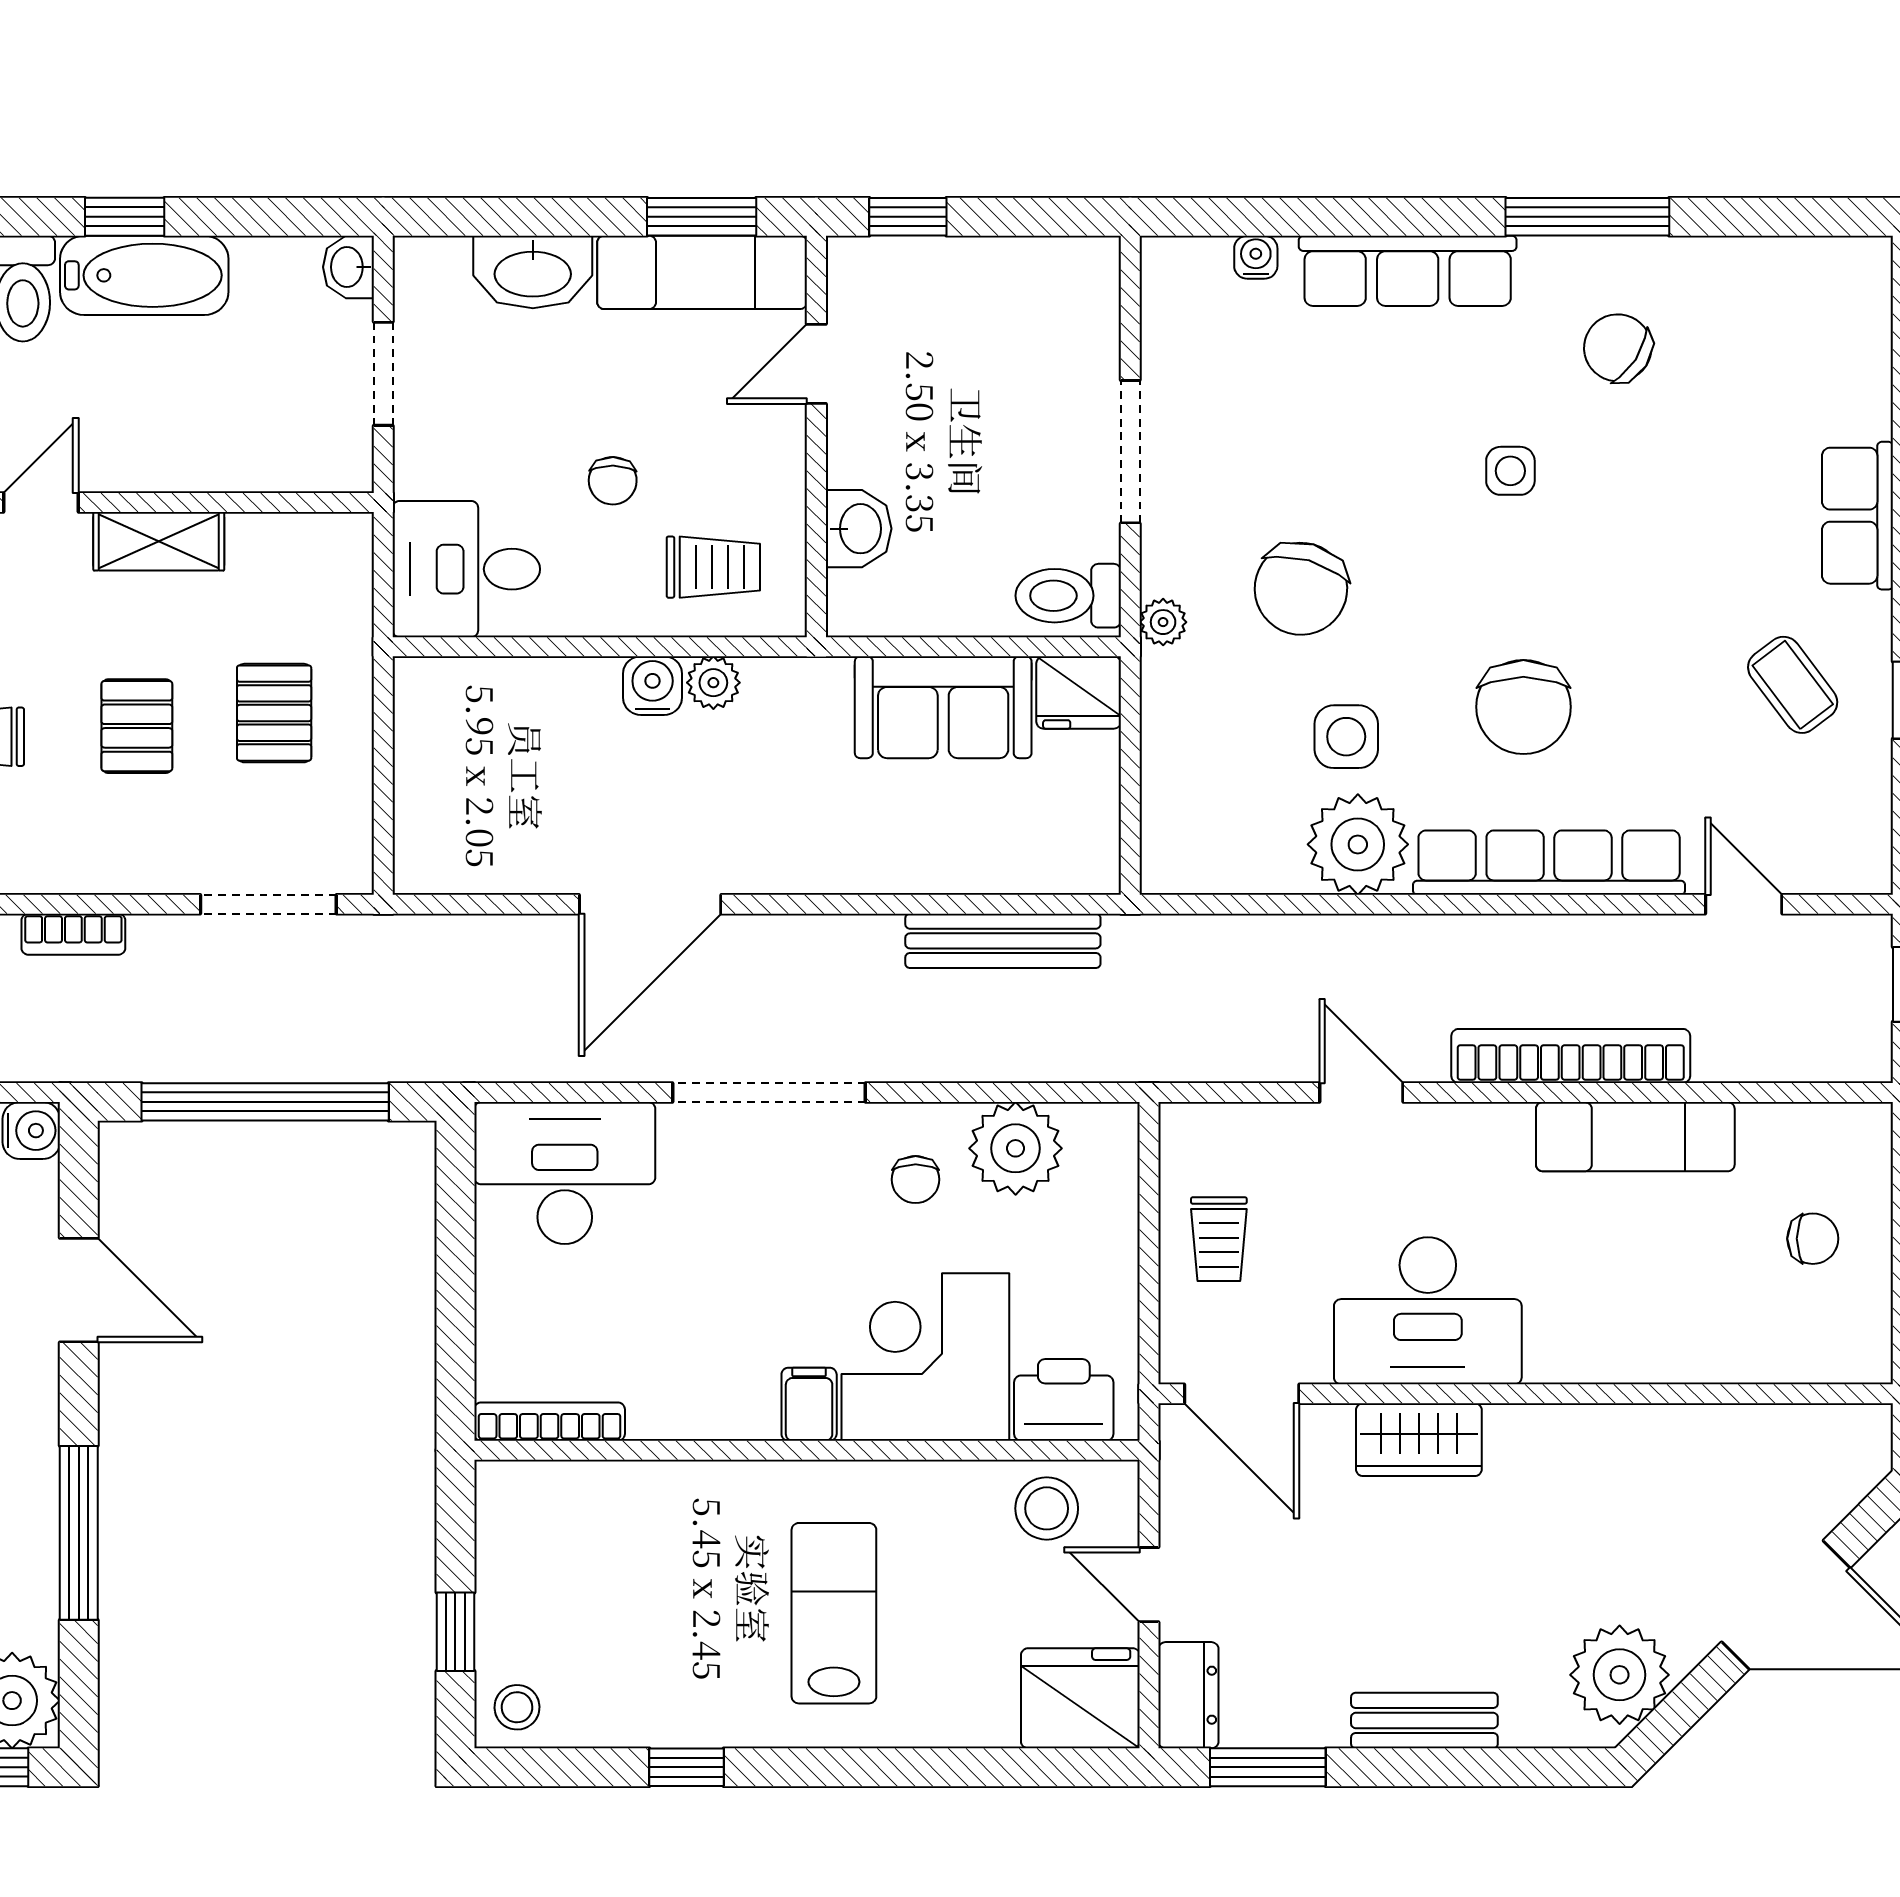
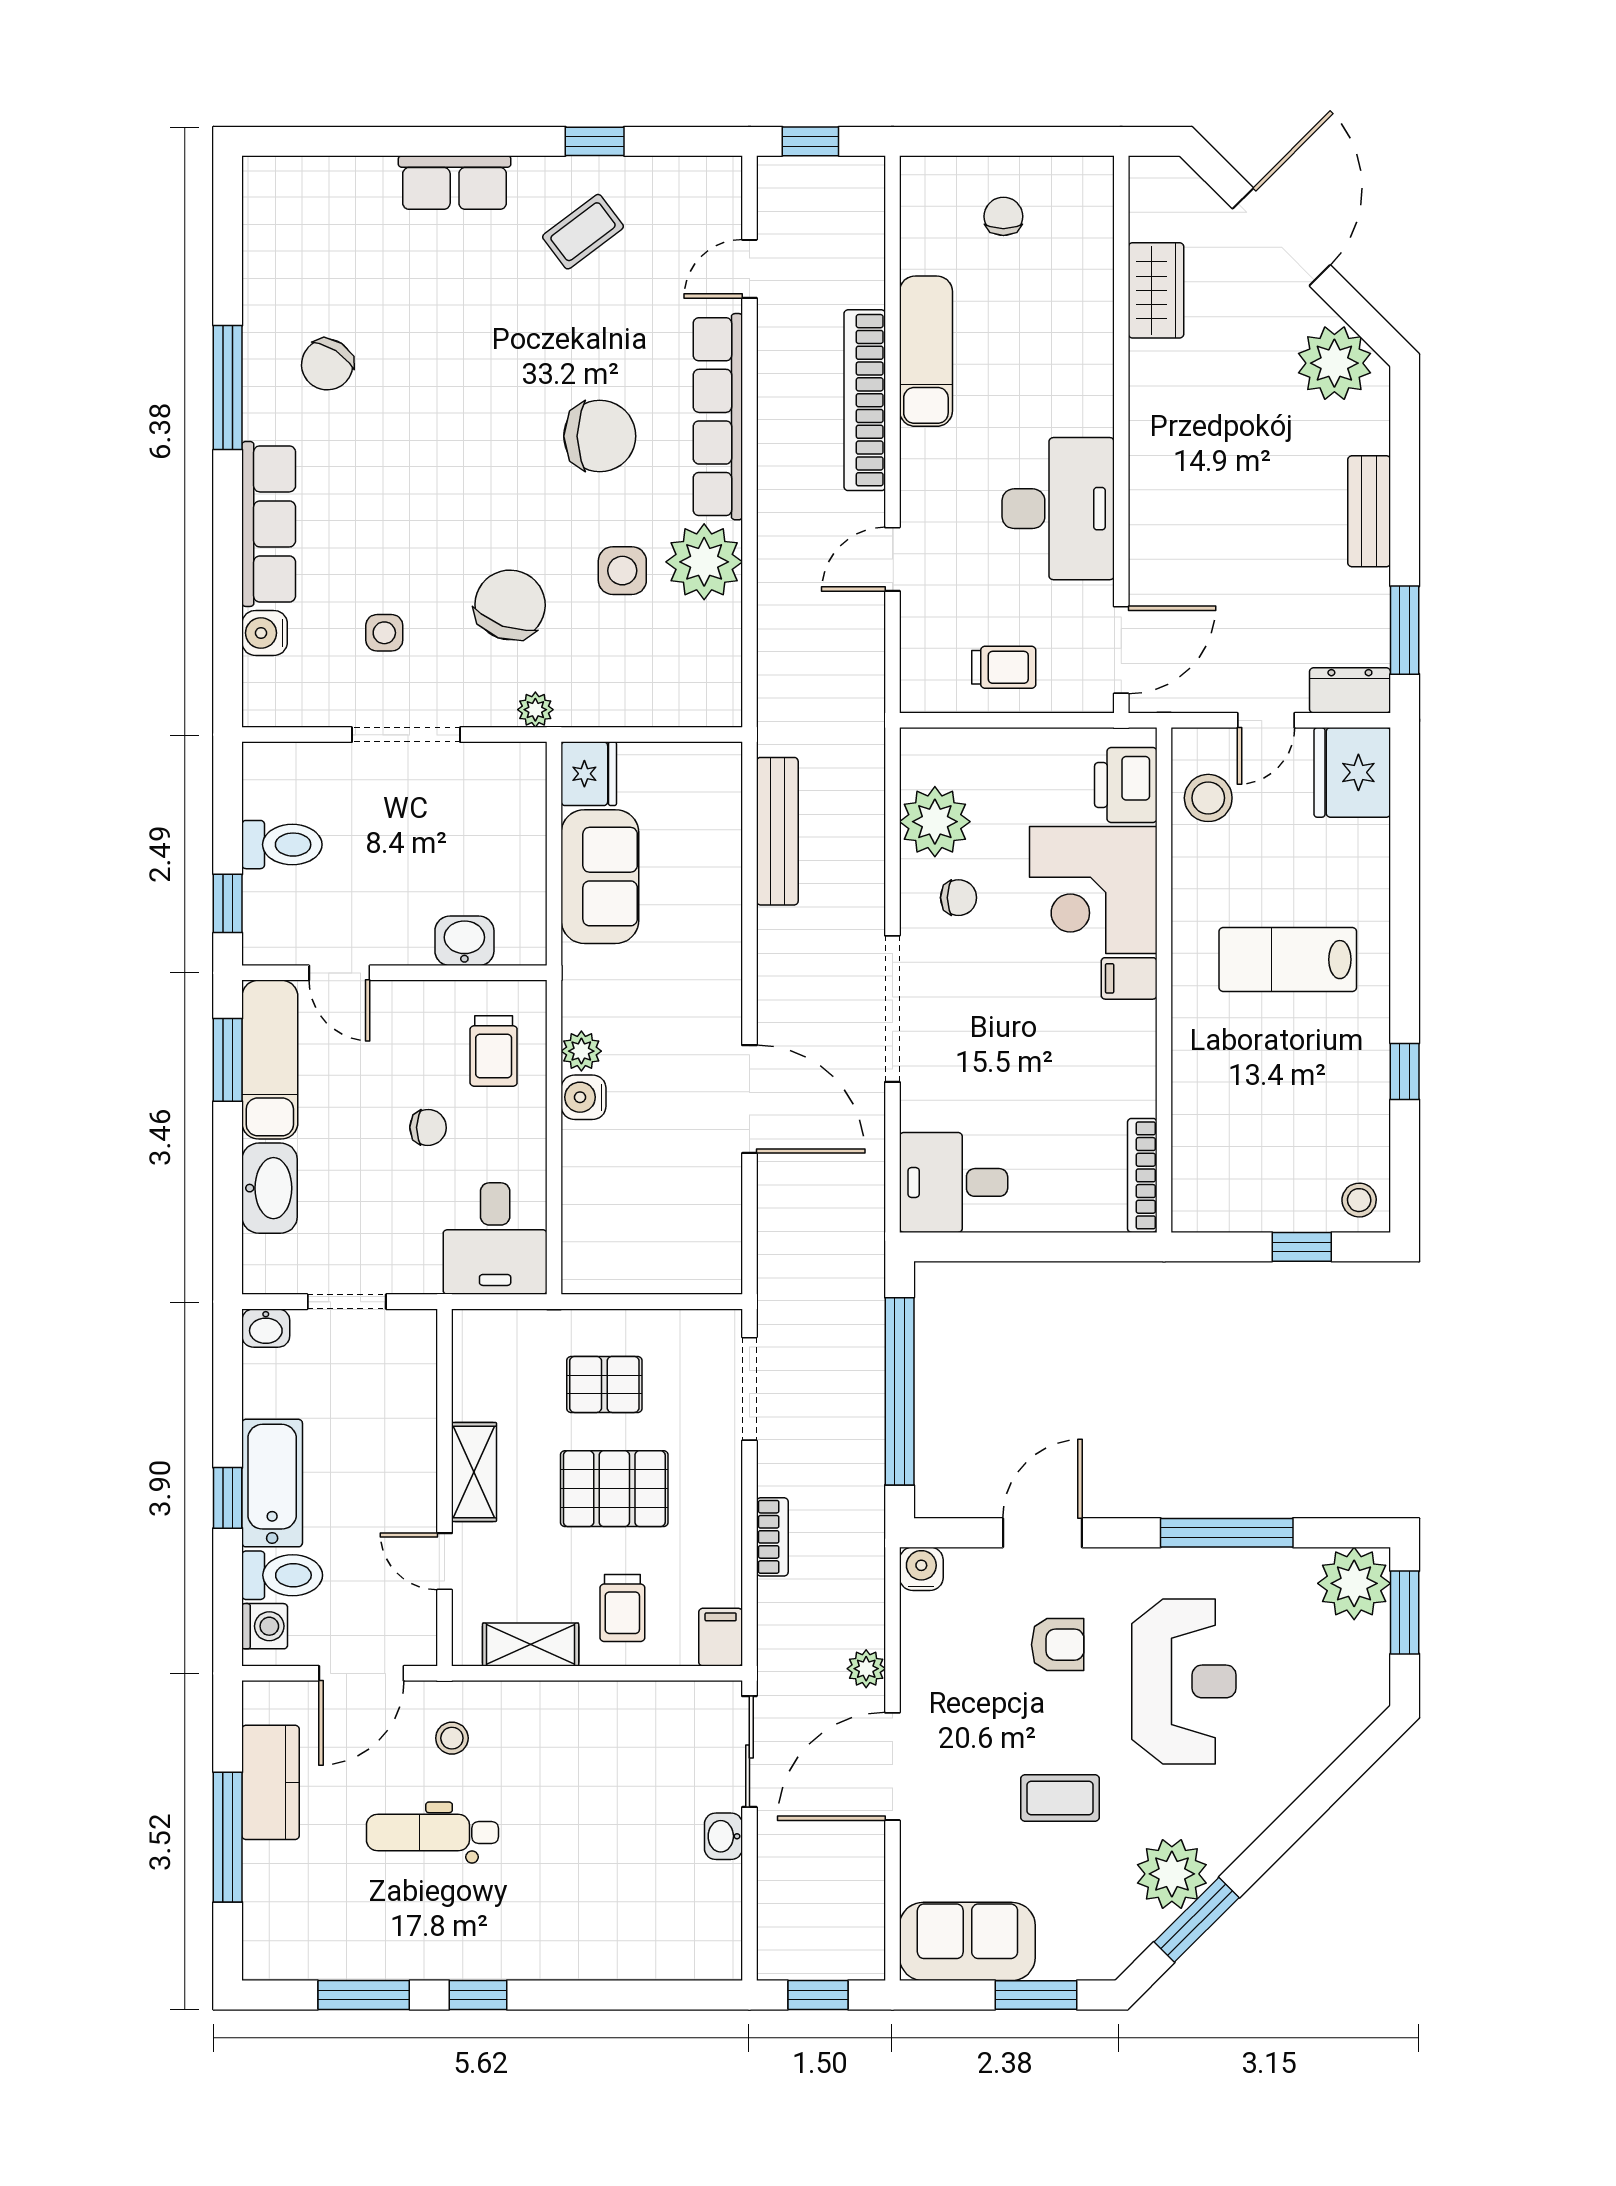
water cooler: (1256, 257) -> (265, 633), width x1.38, depth x1.38
side table: (1510, 471) -> (384, 633), moved
trolley: (713, 567) -> (494, 1051), turned 180
chair: (1301, 589) -> (510, 605), turned -86
toilet: (1068, 596) -> (282, 845), moved, turned -90
pallet: (137, 726) -> (614, 1489), width x1.50, depth x1.42
desk: (565, 1173) -> (954, 1182), width x0.73
wardrobe: (1419, 1440) -> (1156, 290), moved

